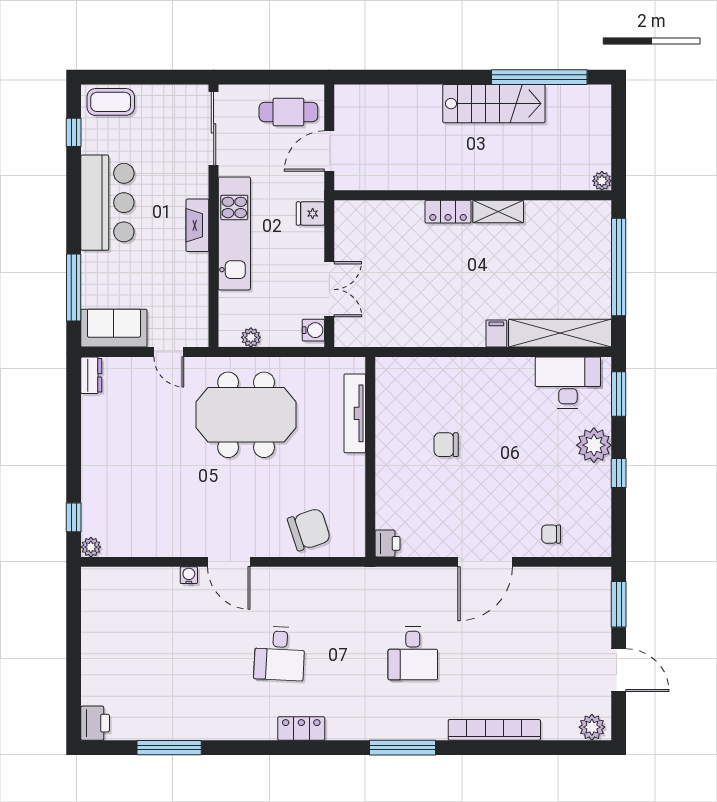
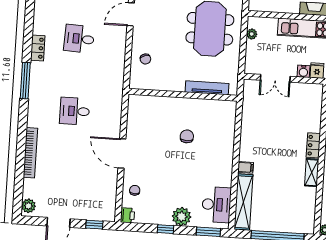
water cooler: (313, 330) -> (303, 71), moved
chair: (309, 529) -> (145, 59), width x0.54, depth x0.54
printer: (387, 543) -> (127, 215), moved, turned -90
window: (619, 604) -> (94, 225), width x0.67
window: (403, 748) -> (25, 81), moved

